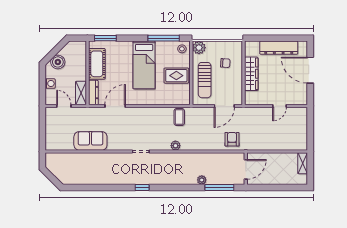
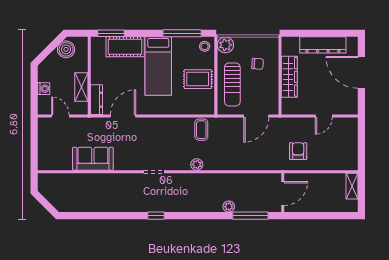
boiler: (58, 62) -> (66, 49), moved
cot: (97, 64) -> (125, 47), moved, turned 90
shelving: (81, 93) -> (81, 87), moved
armchair: (232, 139) -> (298, 151), moved

